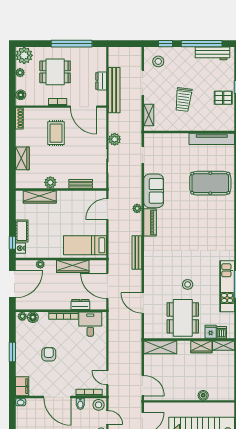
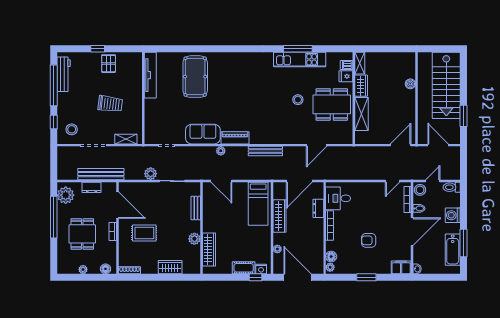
plant: (24, 55) -> (66, 195), moved
door: (83, 107) -> (117, 205), hinge flipped
shelving: (160, 347) -> (362, 114), moved

